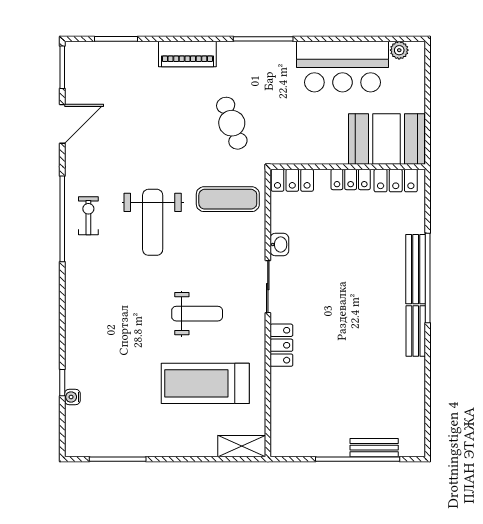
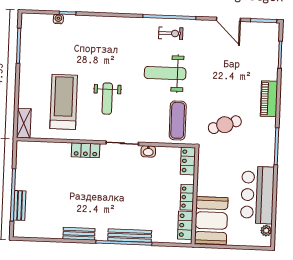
bench: (416, 331) -> (79, 234), moved

